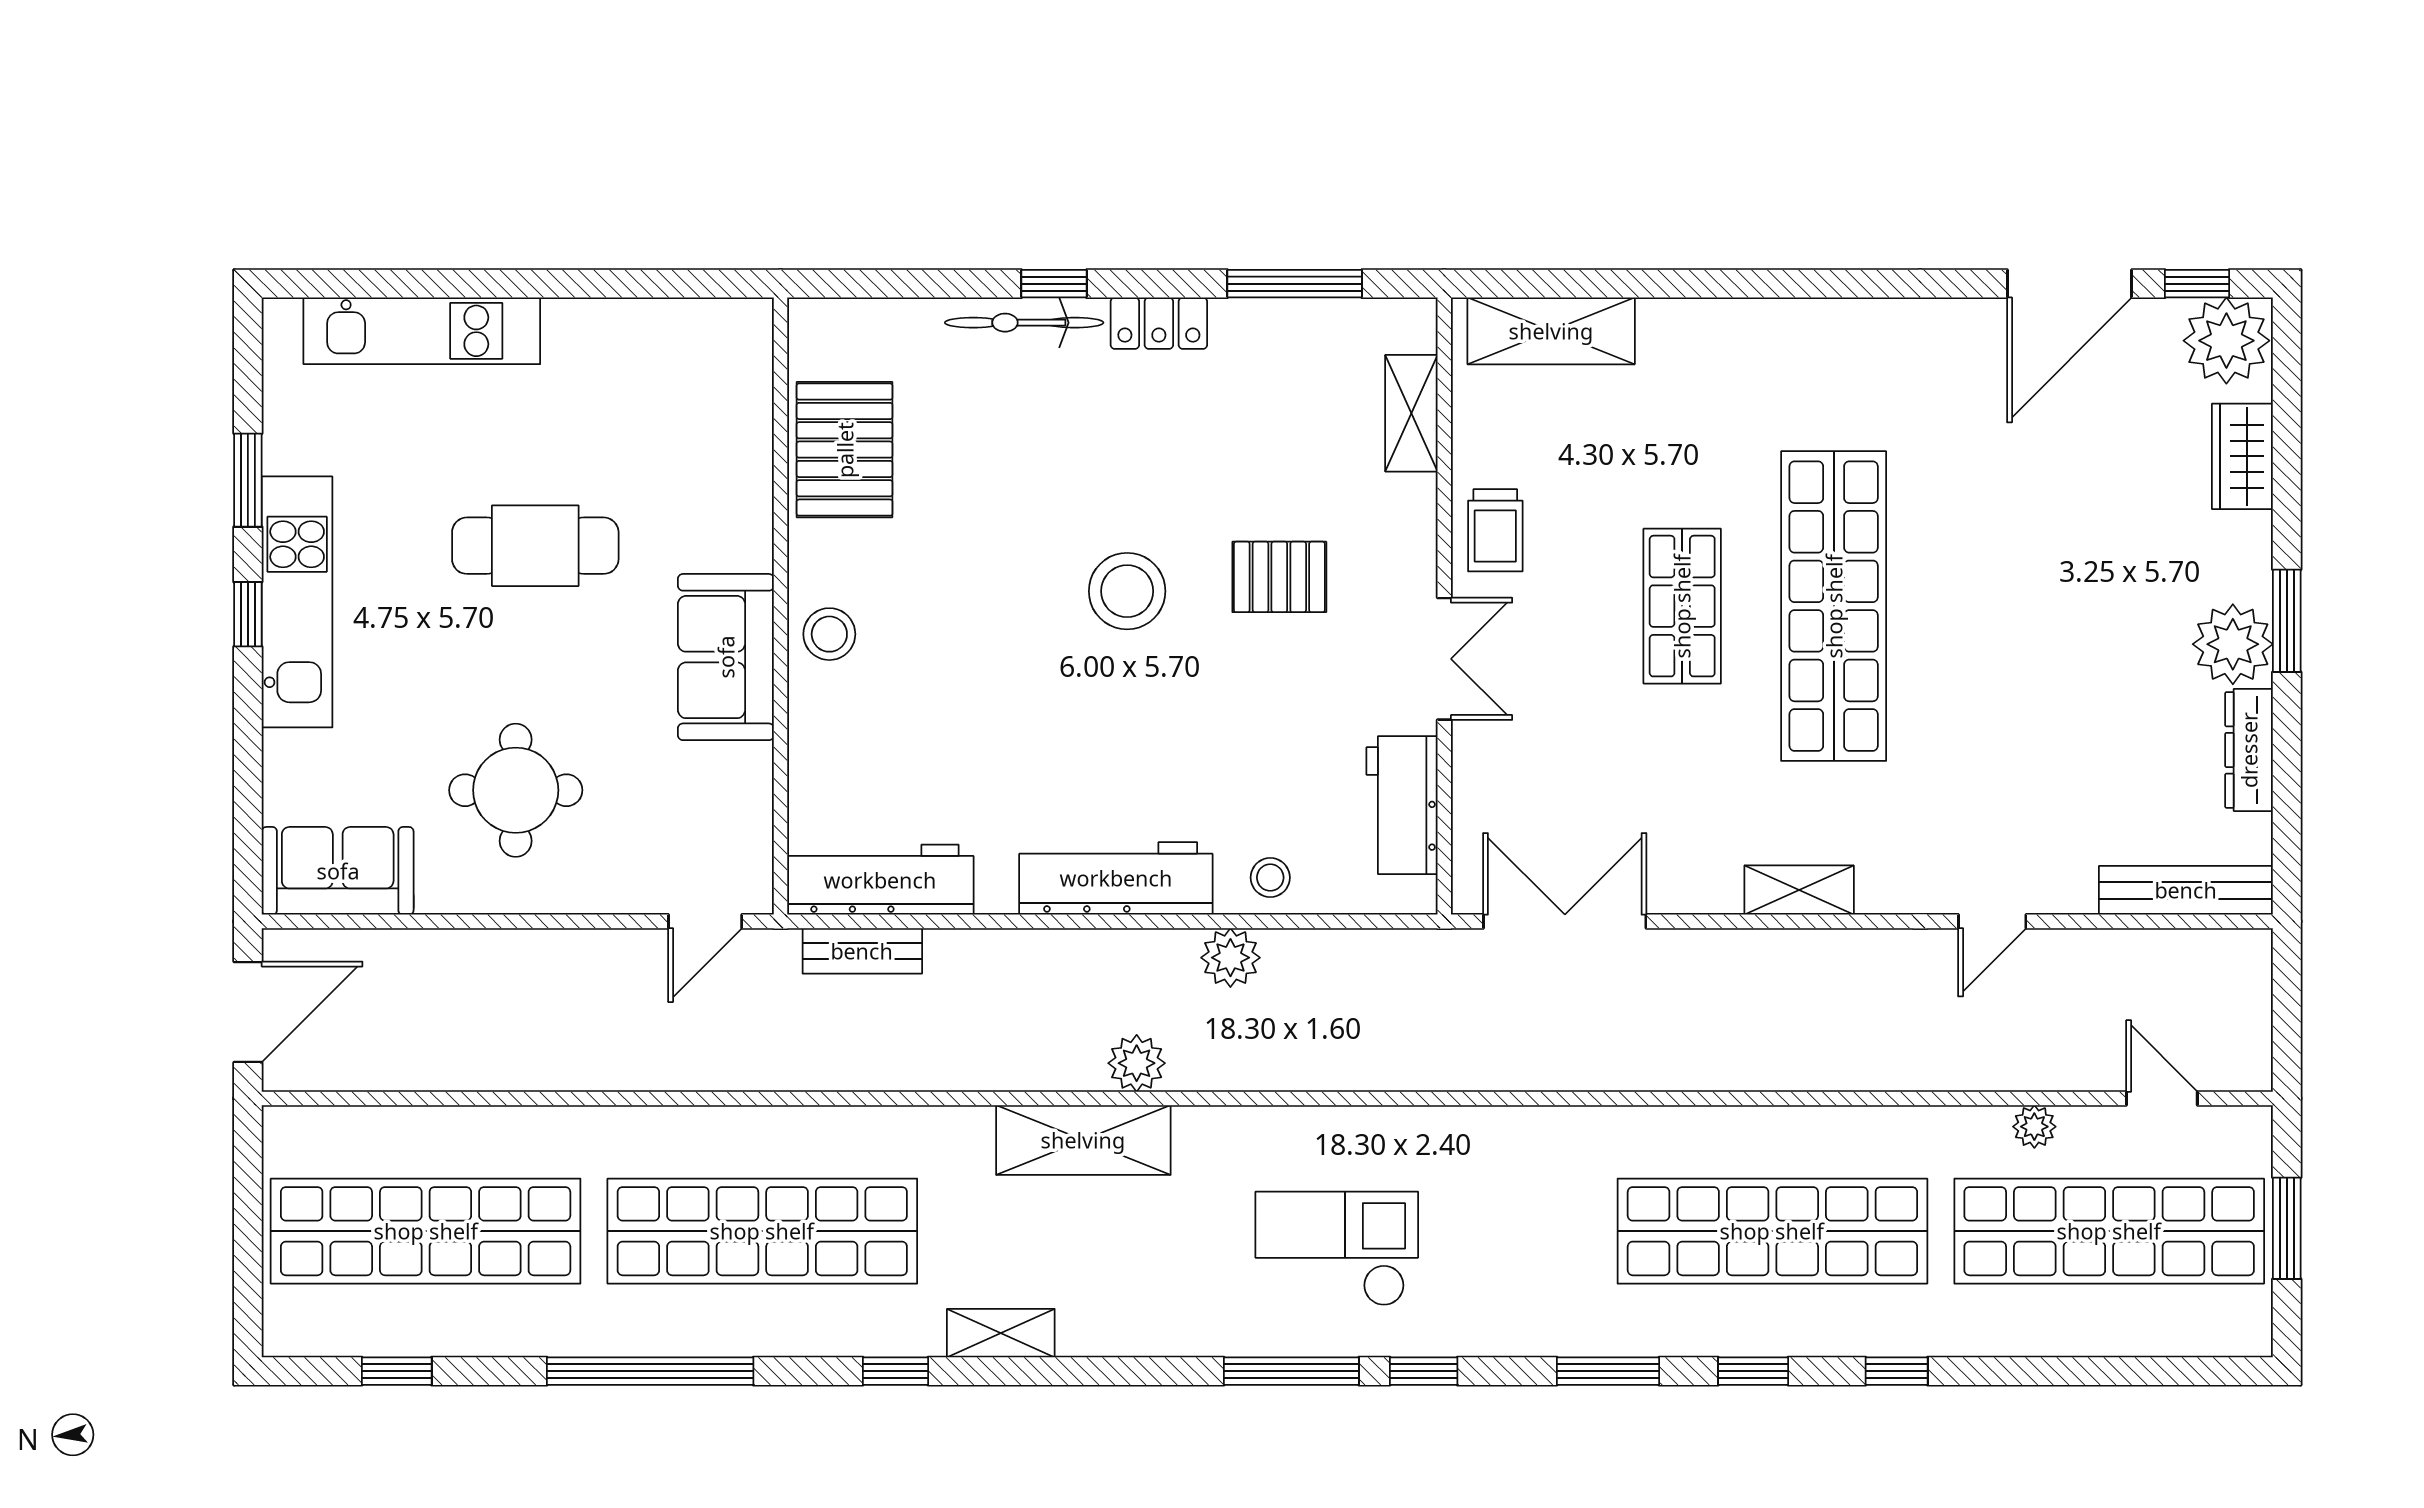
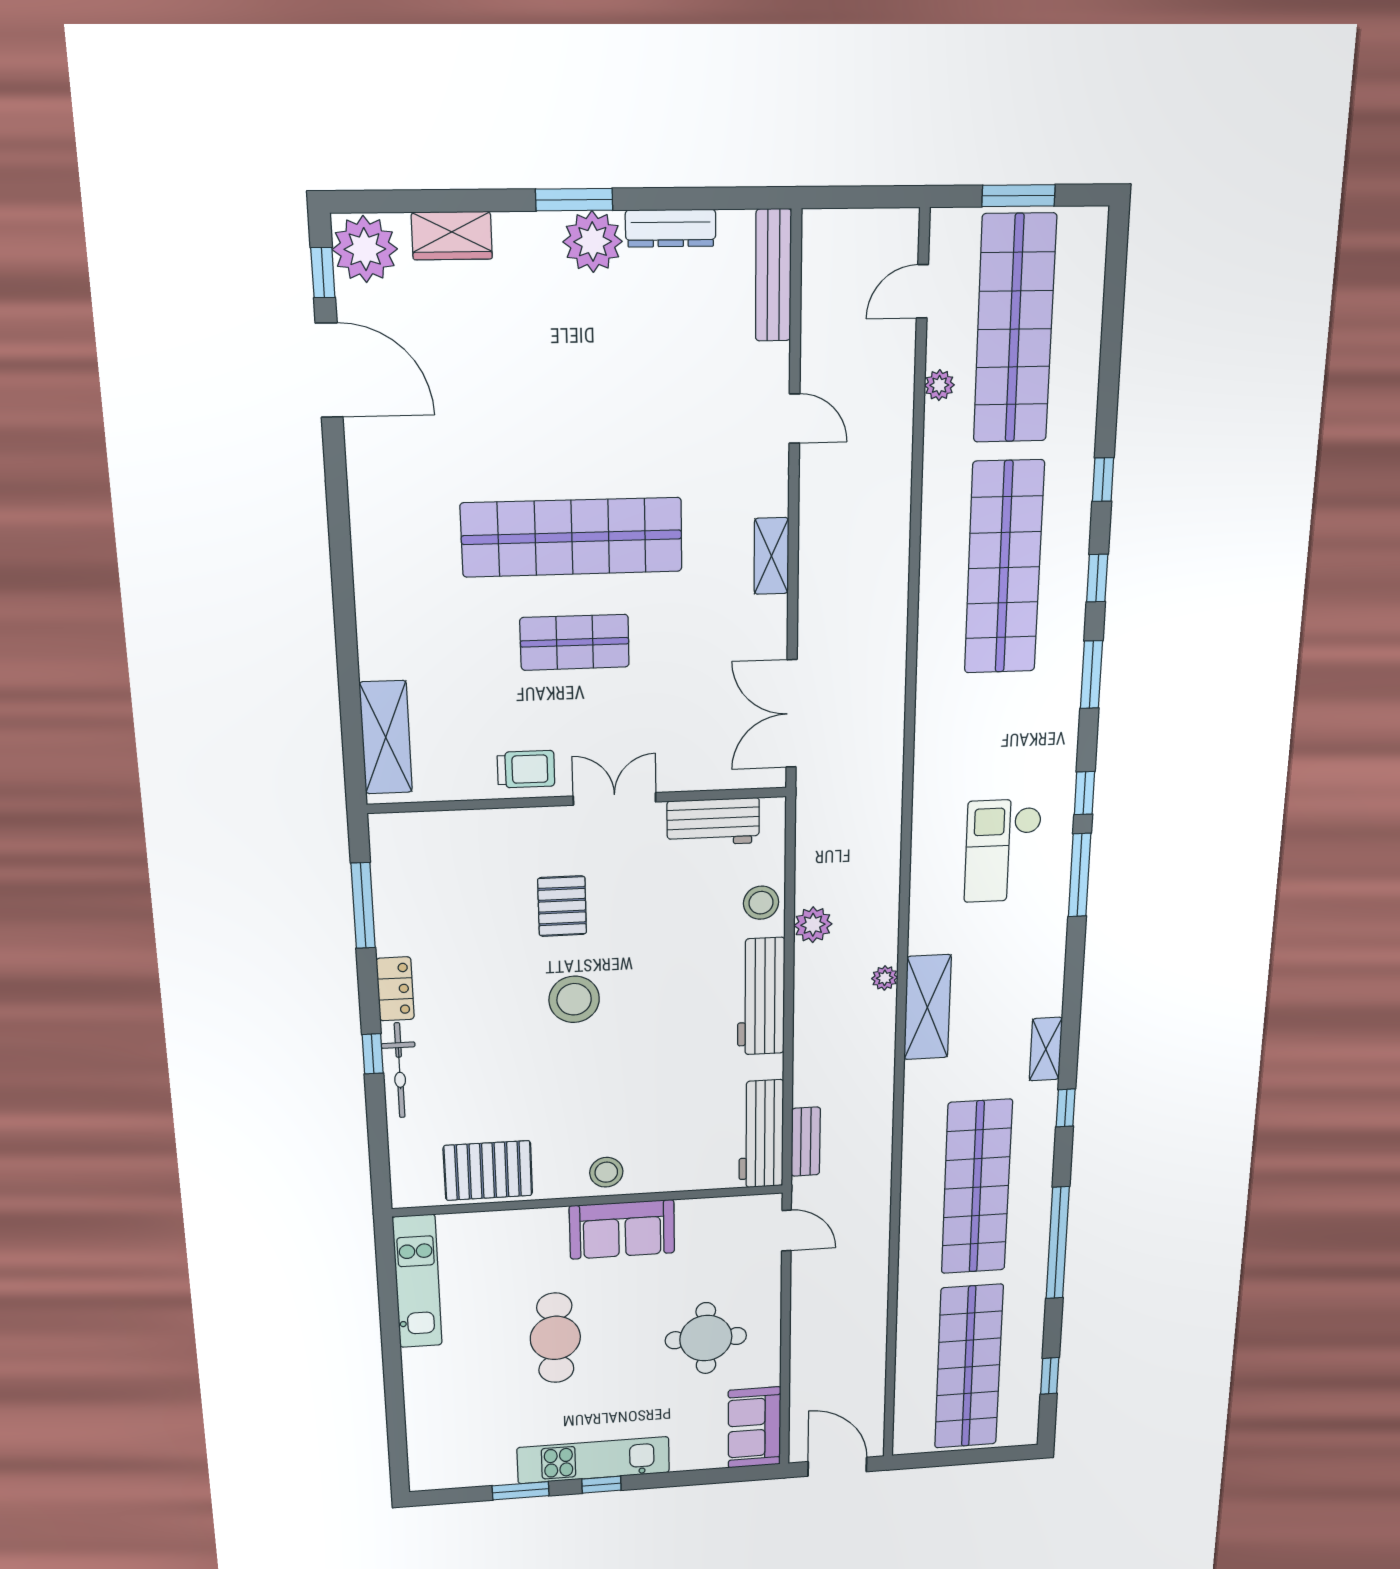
kitchen unit: (422, 331) -> (417, 1281), moved
shelving: (1411, 413) -> (448, 827), removed
stool: (1270, 878) -> (761, 903), width x1.37, depth x1.37
plant: (1137, 1063) -> (885, 978), width x0.73, depth x0.73

